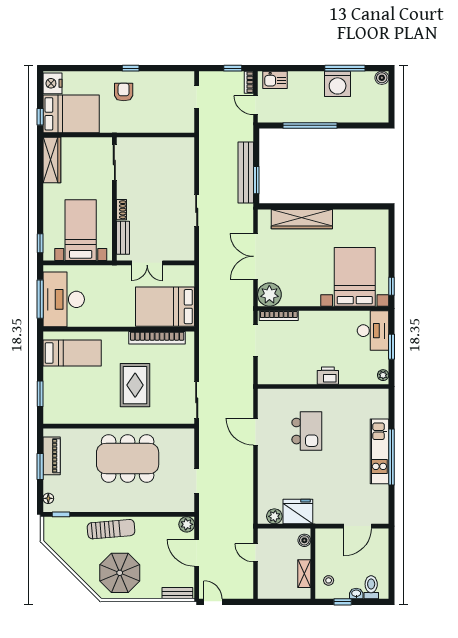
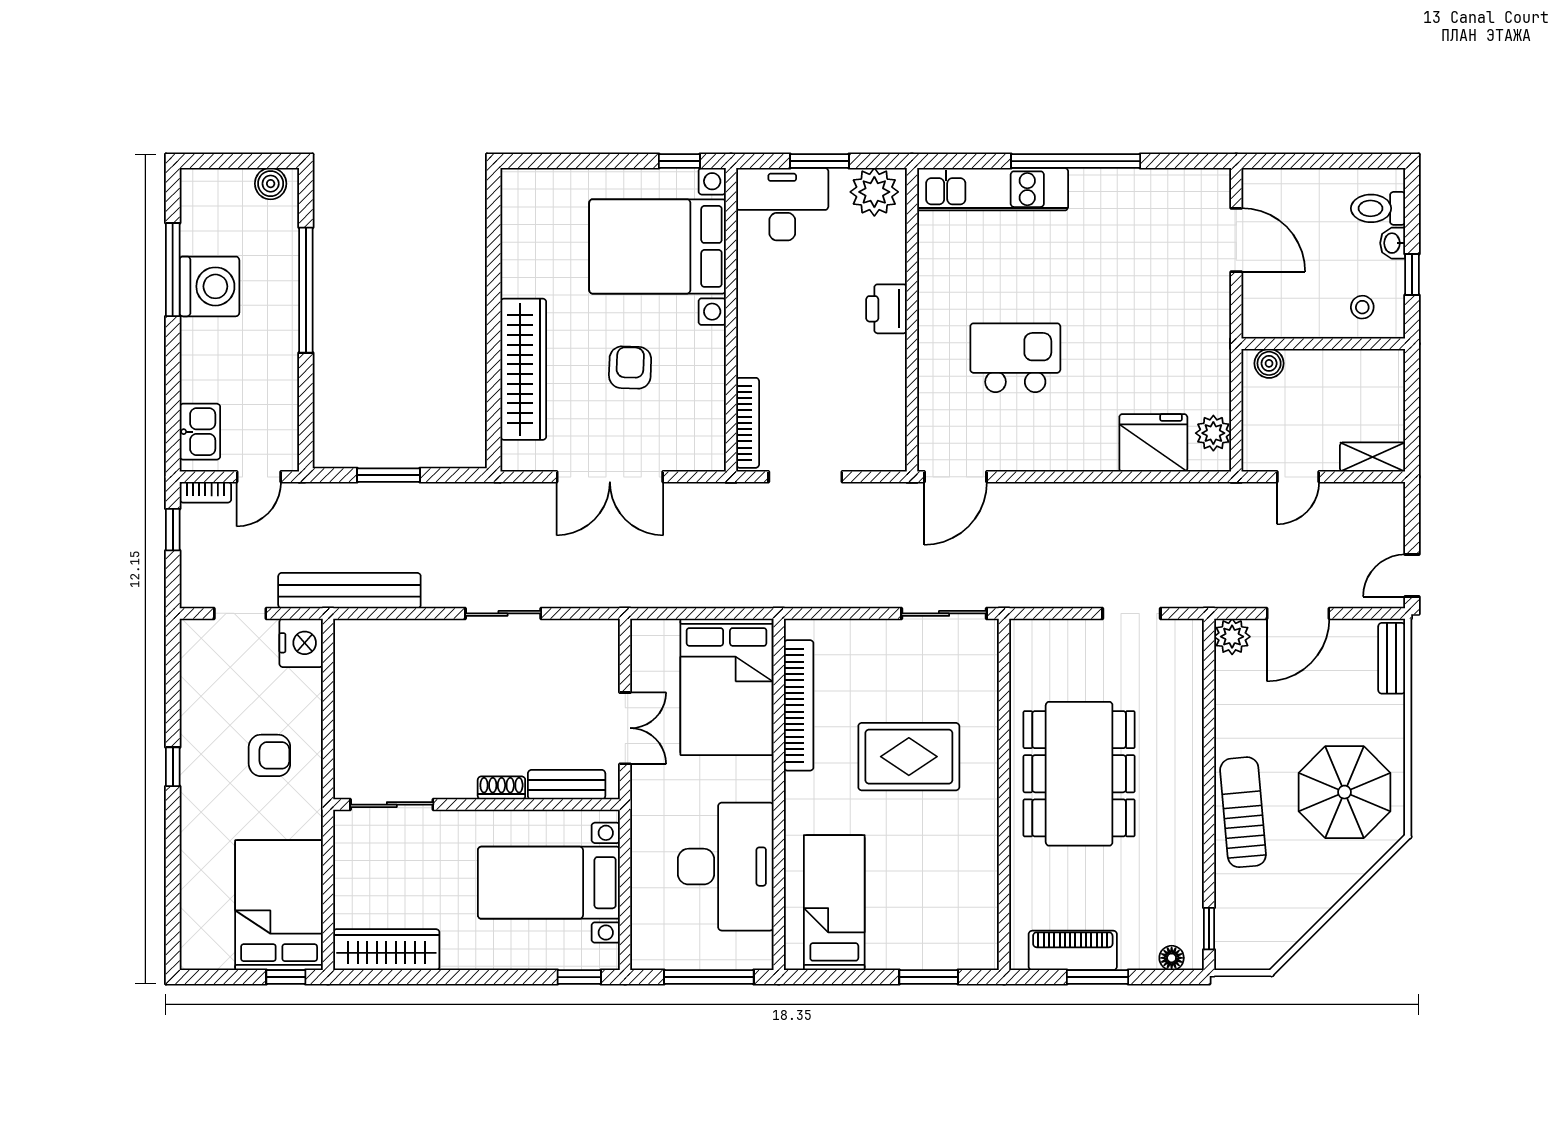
boiler: (382, 78) -> (271, 184), moved
nightstand: (52, 83) -> (301, 643), moved, turned -90
armchair: (124, 92) -> (269, 755), moved, turned 180
window: (310, 125) -> (306, 290), moved
bench: (246, 172) -> (349, 591), moved
window: (256, 180) -> (388, 475), moved
armchair: (303, 265) -> (630, 368), added
plant: (269, 295) -> (699, 444), removed
desk: (64, 299) -> (726, 867), moved, turned -90
plant: (383, 375) -> (874, 192), width x1.88, depth x1.88
door: (256, 432) -> (956, 477), moved
kitchen unit: (379, 451) -> (993, 189), moved
fridge: (298, 512) -> (1153, 443), moved, turned 90
shelving: (304, 574) -> (1373, 457), moved

